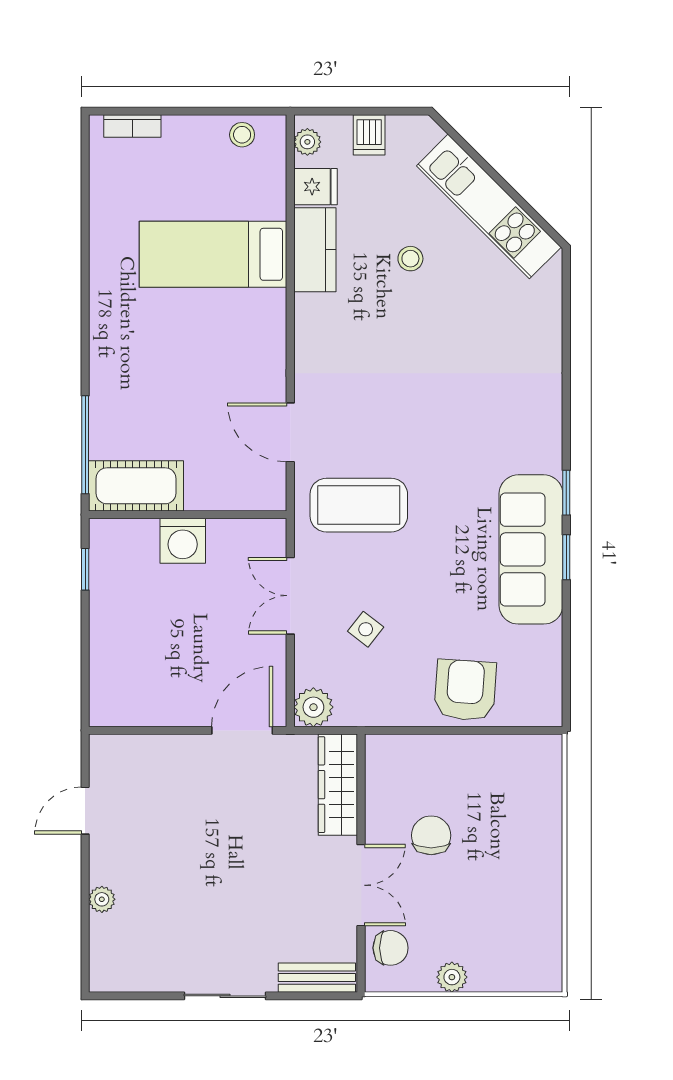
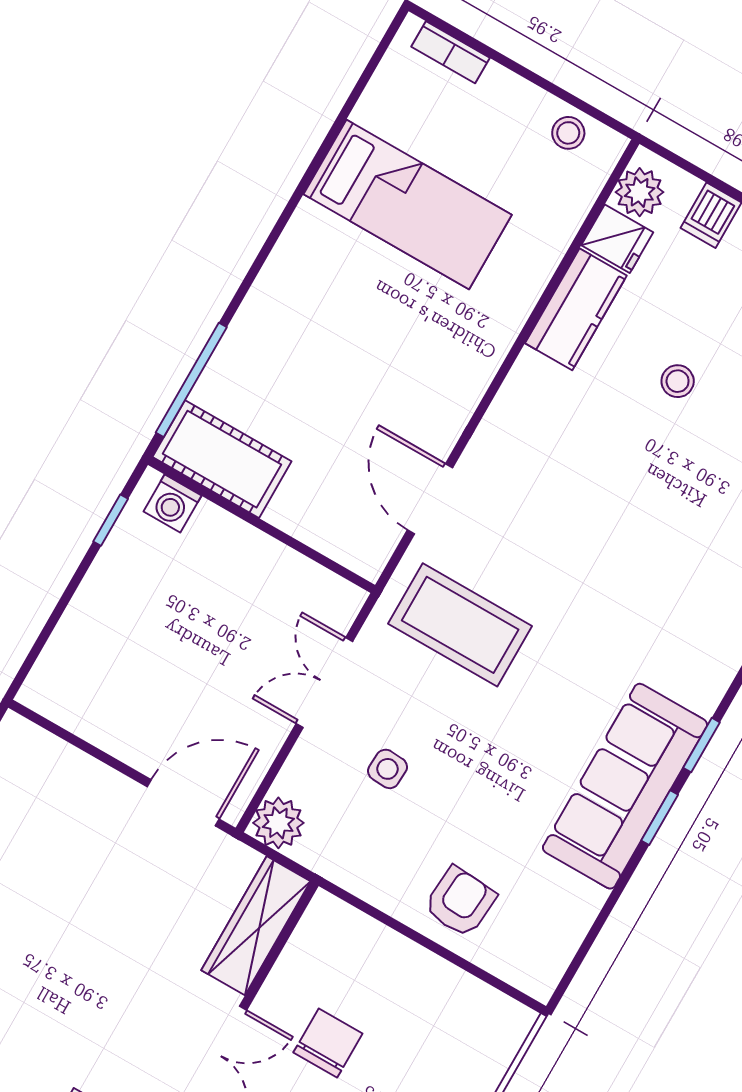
plant: (307, 142) -> (640, 192), width x1.38, depth x1.38
bed: (213, 254) -> (408, 205), moved, turned 180
washing machine: (183, 541) -> (172, 504), moved, width x0.73, depth x0.73
side table: (366, 629) -> (388, 769), turned -35
armchair: (465, 690) -> (460, 902), width x0.72, depth x0.72

